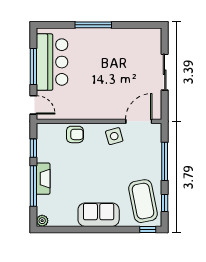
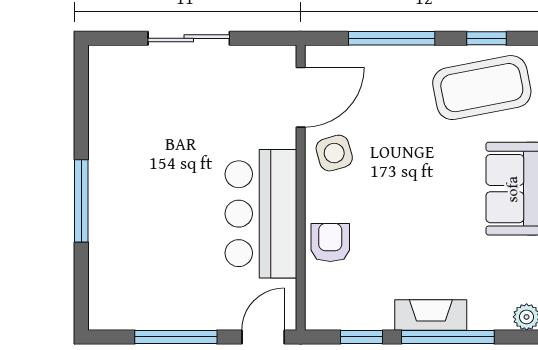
bar counter: (52, 62) -> (261, 214), moved, turned -90
door: (139, 121) -> (301, 97), swing flipped

